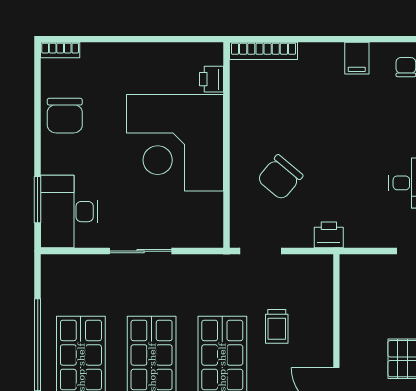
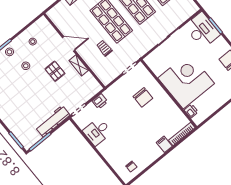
filing cabinet: (357, 58) -> (164, 144), moved
chair: (280, 177) -> (143, 97), turned 140
printer: (329, 235) -> (100, 101), moved
shelving: (350, 333) -> (79, 65), added

